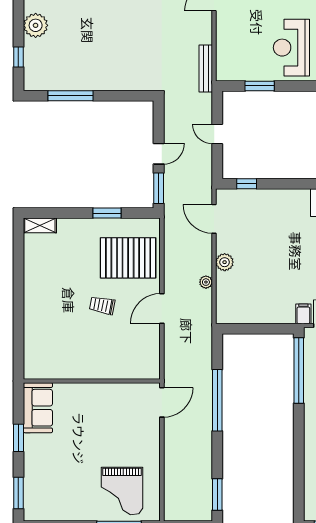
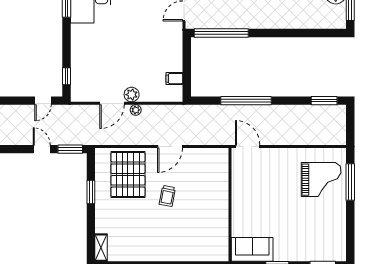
door: (217, 134) -> (43, 101), moved
door: (214, 219) -> (112, 103), moved
plant: (206, 282) -> (136, 110), moved
door: (162, 309) -> (170, 146), hinge flipped
filing cabinet: (303, 314) -> (174, 79), moved

